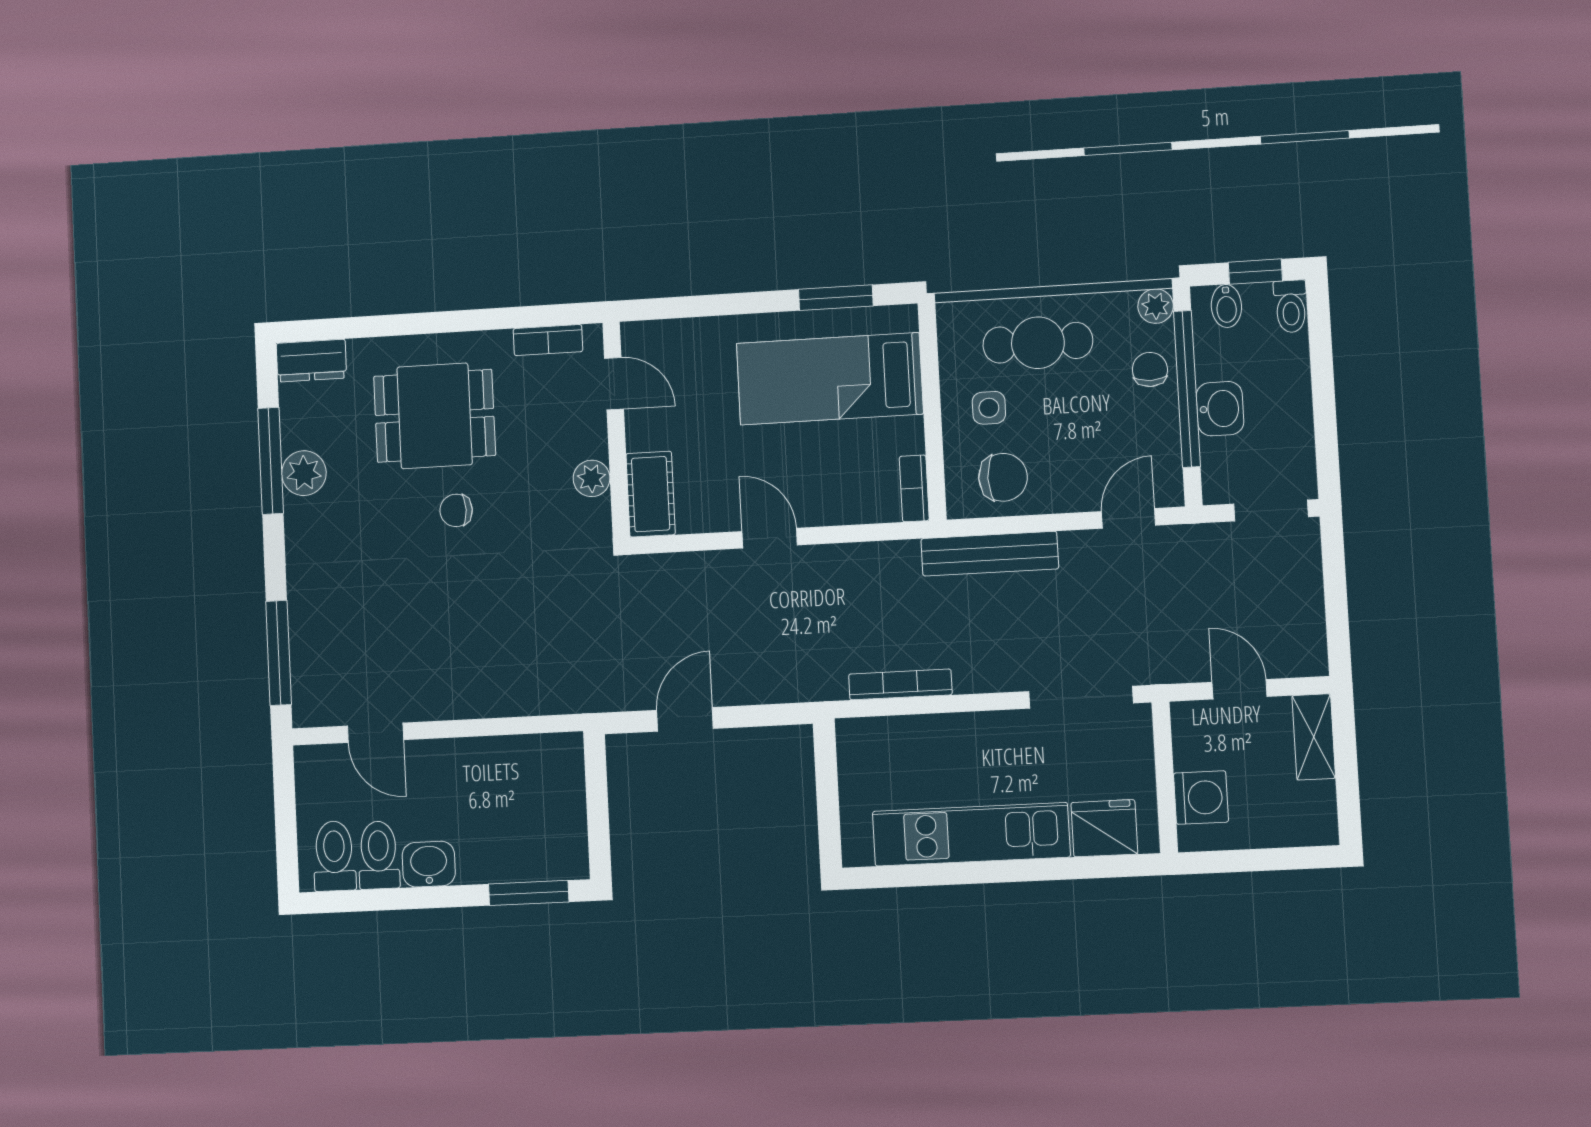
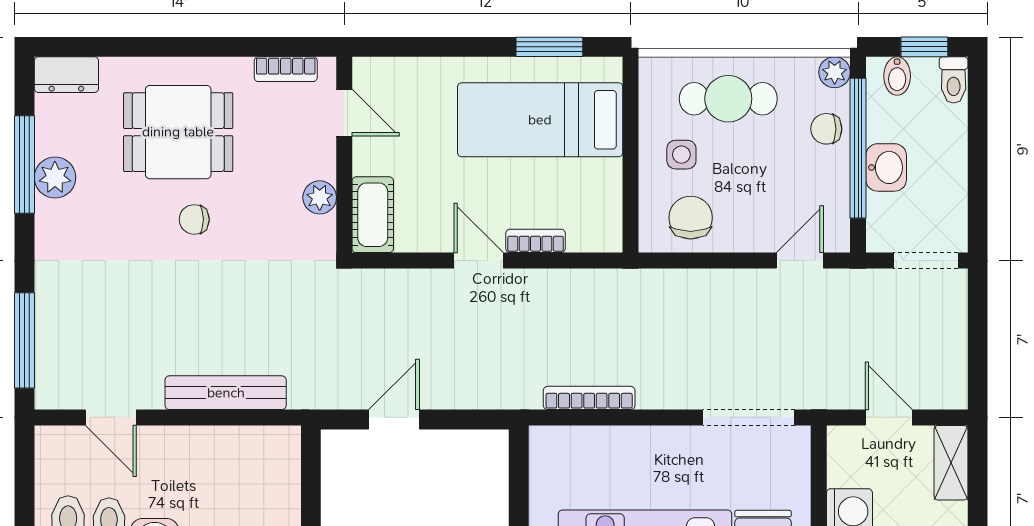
chair: (1150, 370) -> (826, 129), turned -90
chair: (1003, 477) -> (691, 218), turned -90
bookcase: (914, 488) -> (536, 241), moved, turned 90
bench: (990, 554) -> (226, 393), moved

